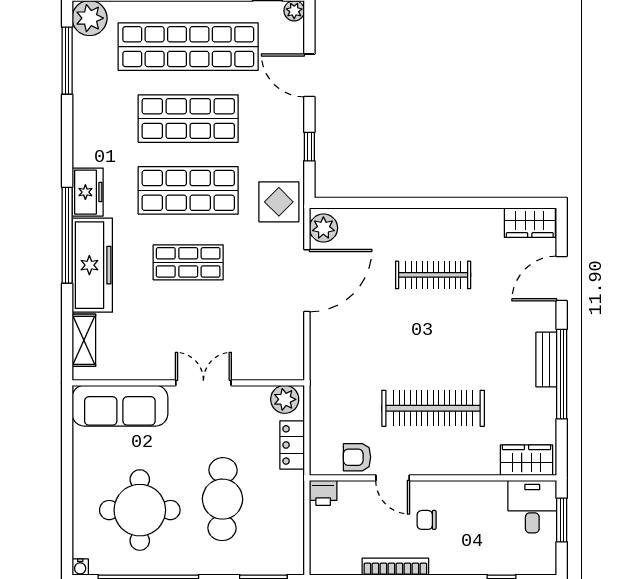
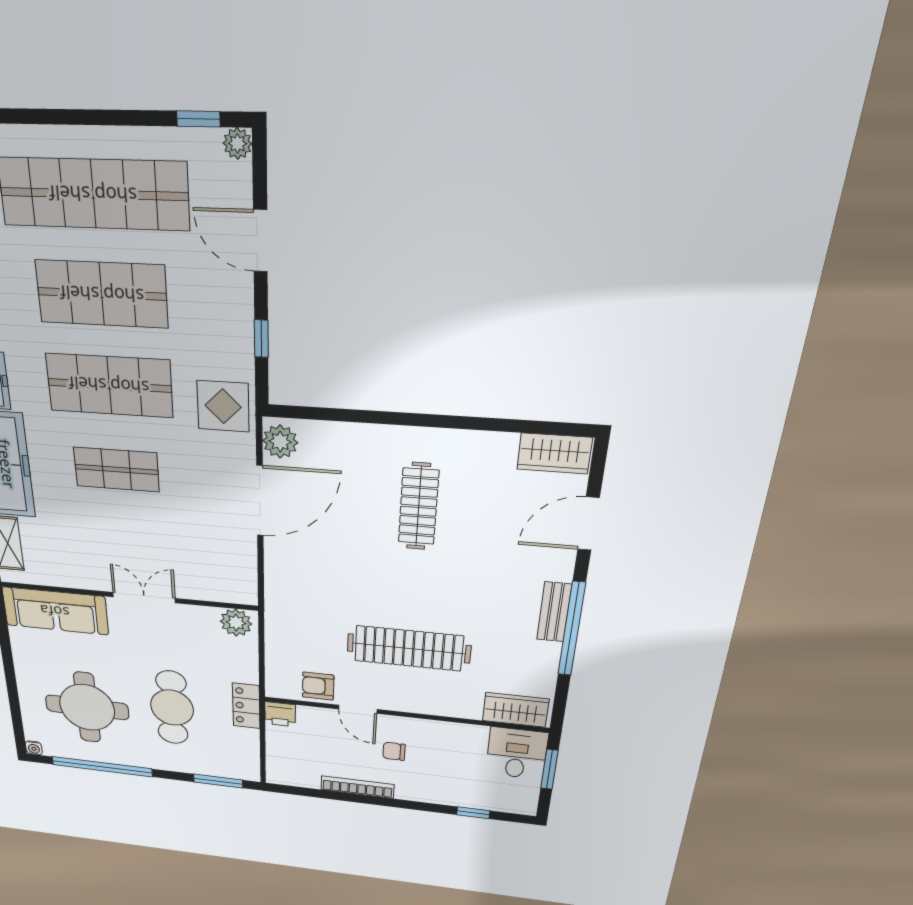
clothes rail: (433, 275) -> (419, 507), turned 90
locker: (292, 445) -> (246, 706), moved

